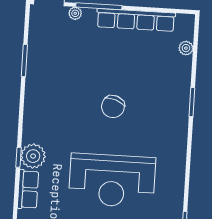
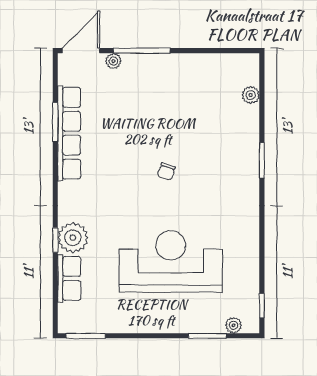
row of seats: (136, 20) -> (69, 133), moved, turned -90
chair: (113, 107) -> (166, 171), width x0.54, depth x0.54
reception desk: (112, 180) -> (171, 261), turned 180

